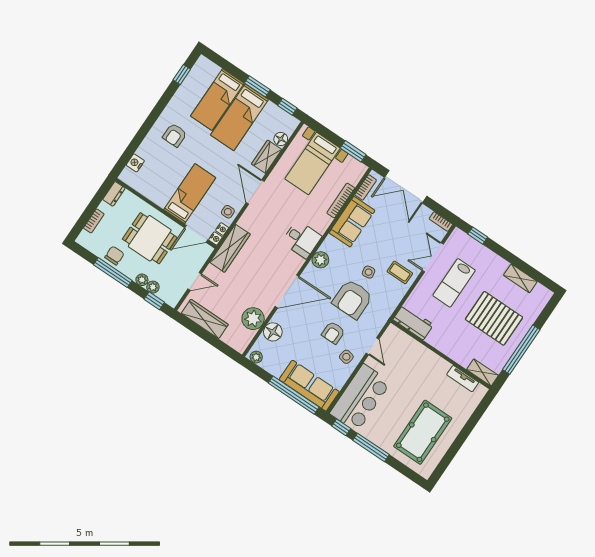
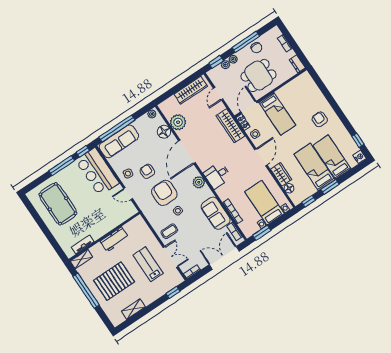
nightstand: (135, 163) -> (360, 157), moved
door: (255, 192) -> (261, 157), hinge flipped
workbench: (413, 322) -> (114, 239), moved

